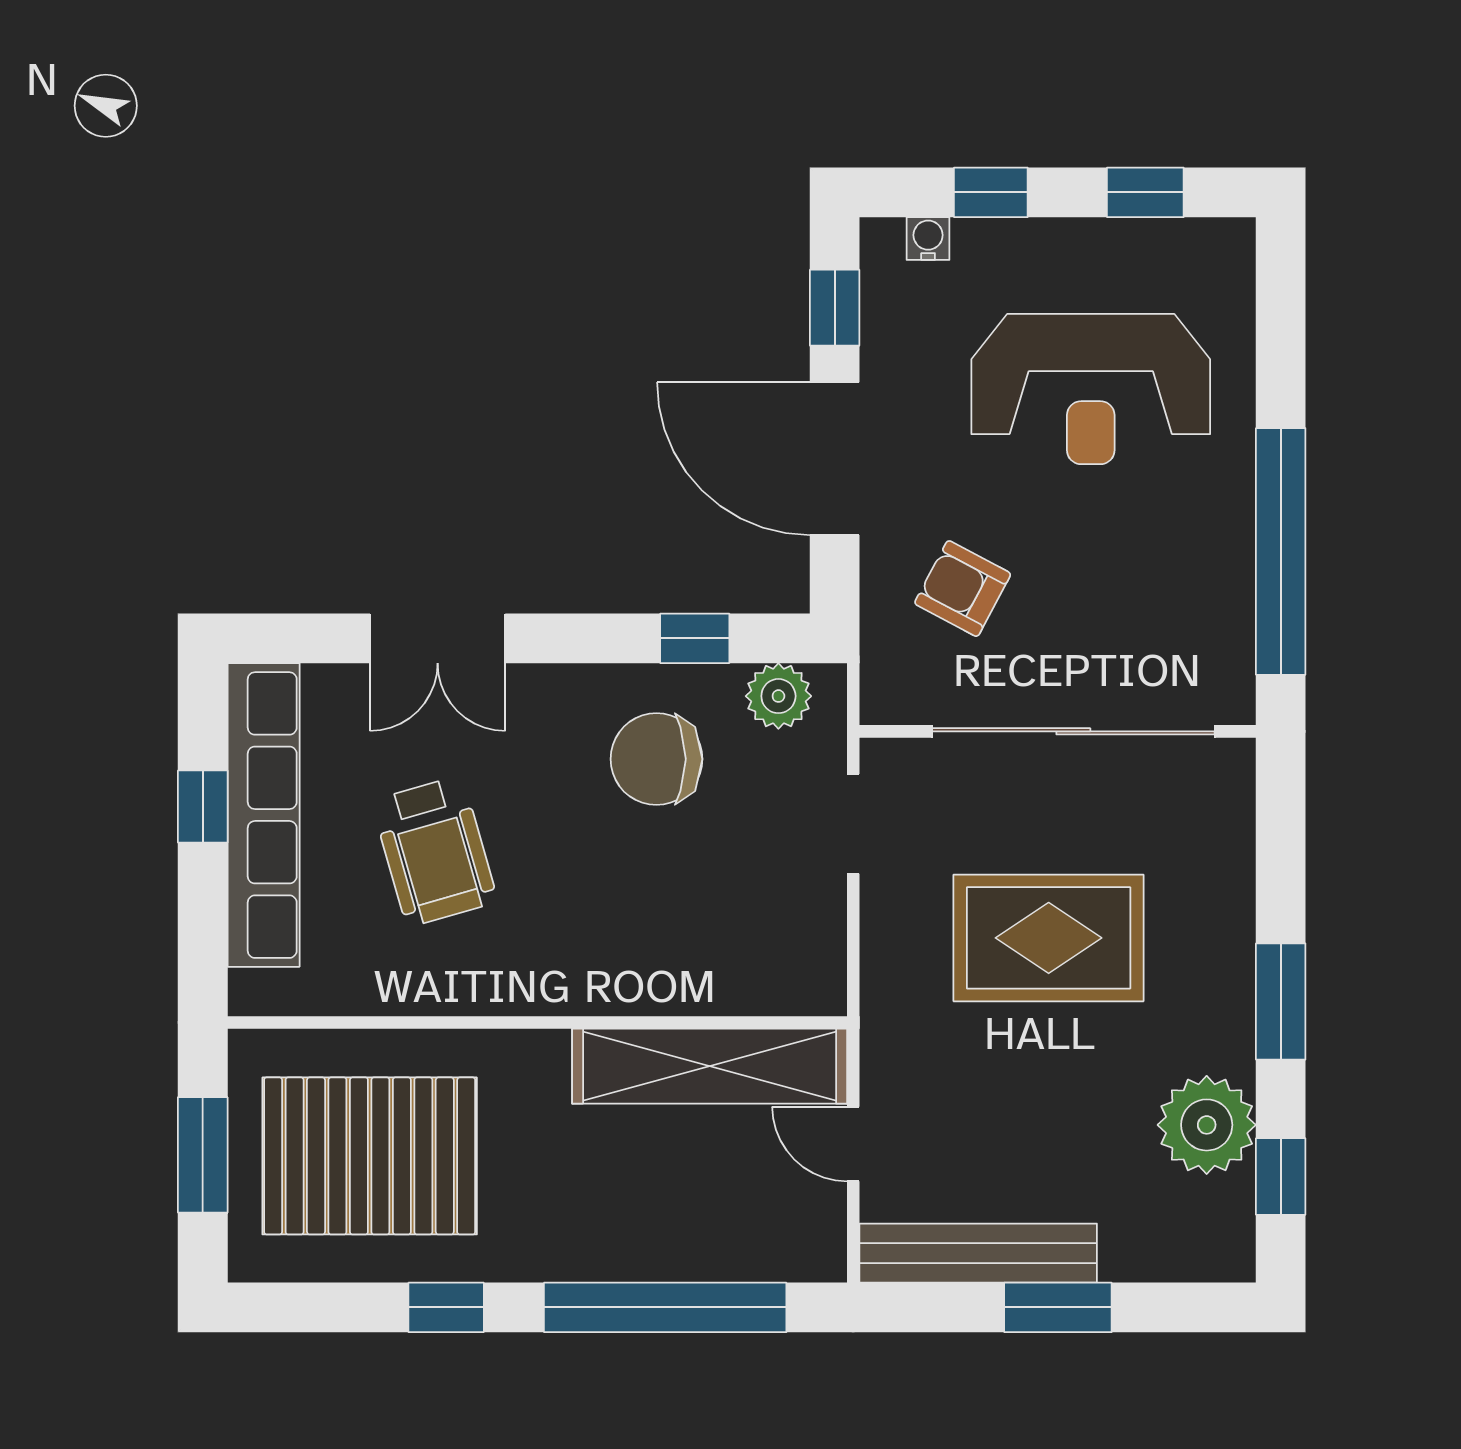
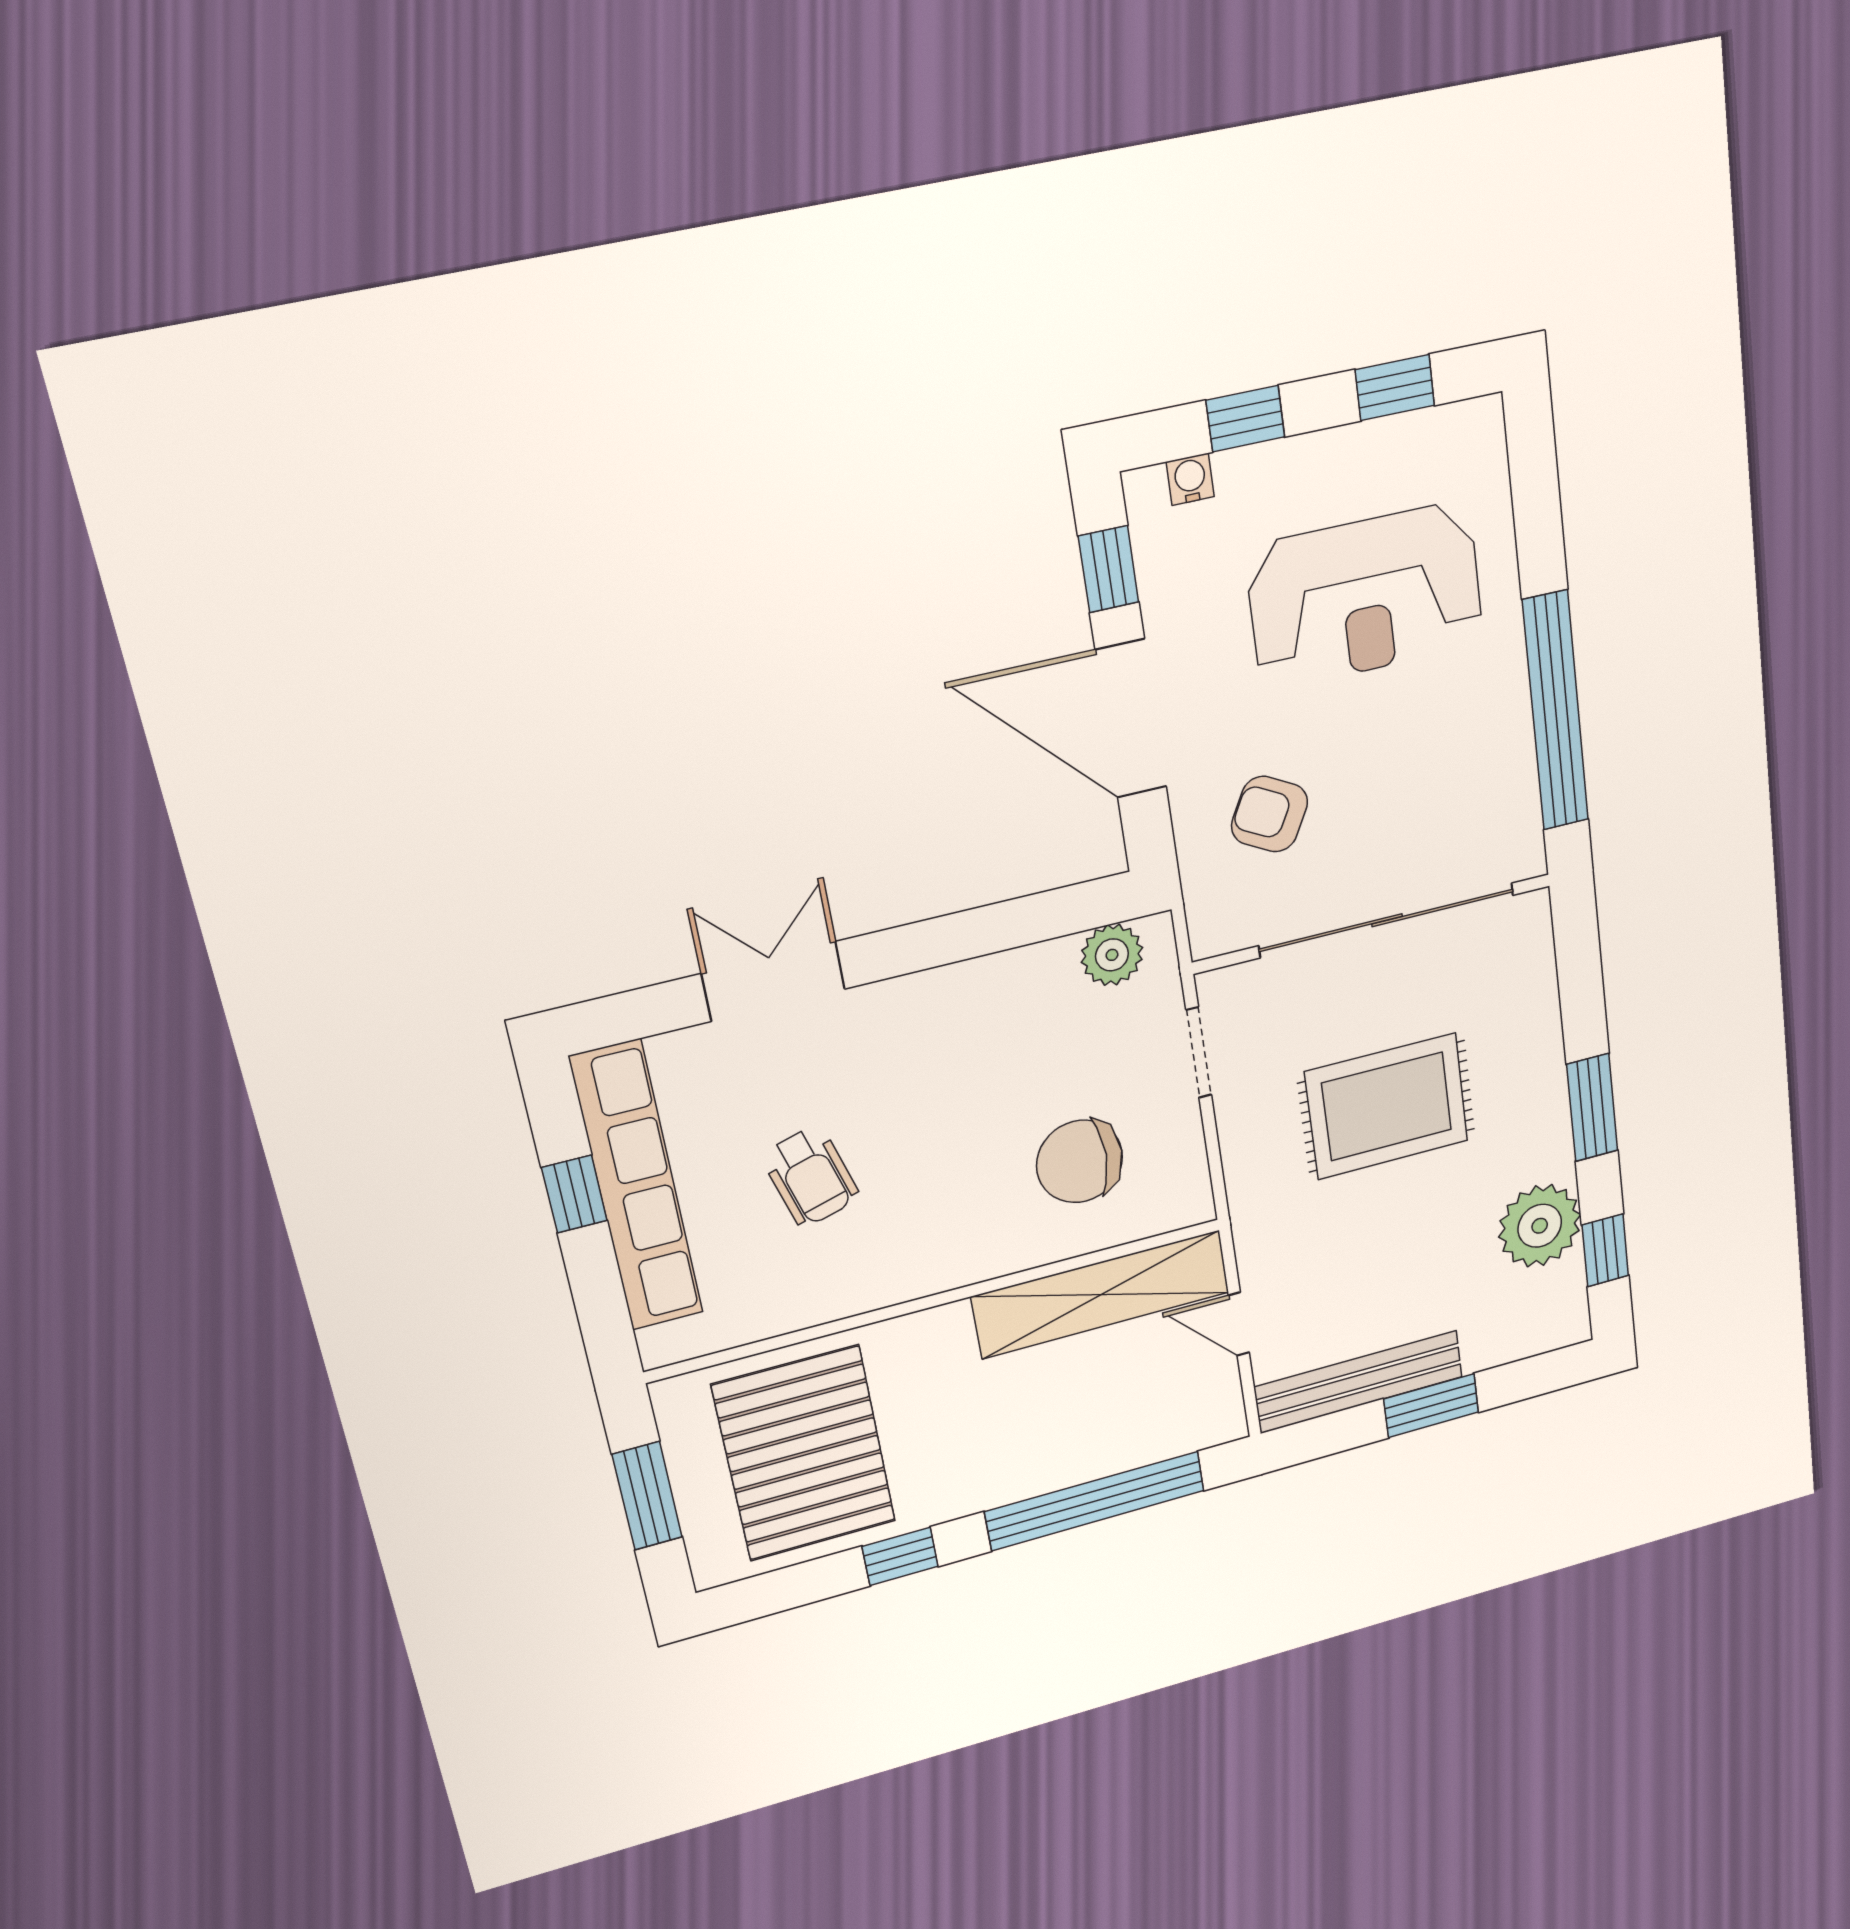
double door: (438, 638) -> (773, 981), swing flipped
window: (695, 638) -> (1024, 921), removed
chair: (656, 759) -> (1080, 1161), moved
wheelchair: (435, 851) -> (811, 1177), width x0.73, depth x0.73
pallet: (370, 1156) -> (804, 1453), turned 90

